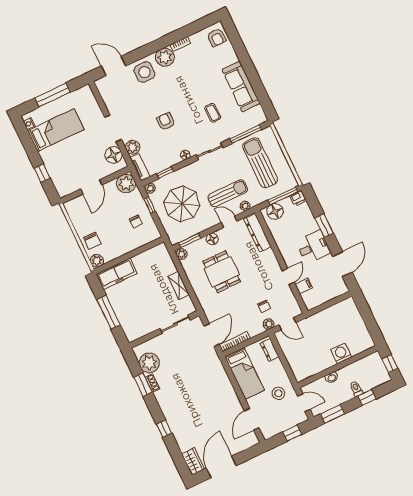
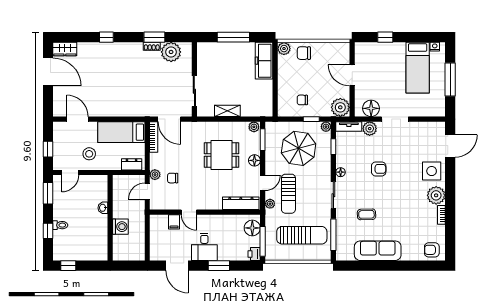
washing machine: (341, 353) -> (120, 227), moved
wall: (338, 367) -> (110, 218), moved
washbasin: (332, 378) -> (103, 208), moved

